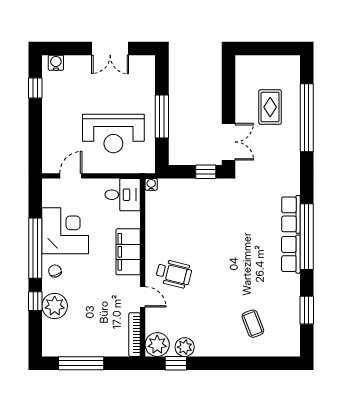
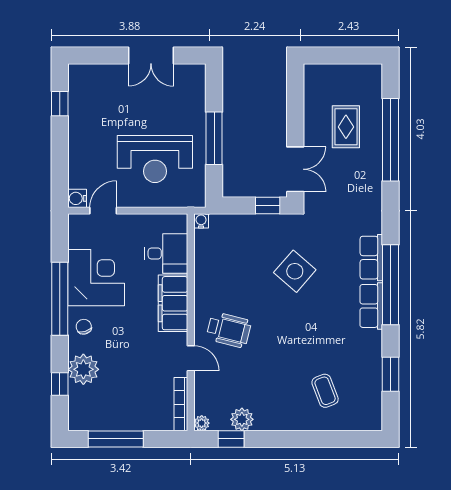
water cooler: (56, 63) -> (77, 198), moved, turned -90
desk: (123, 195) -> (166, 253), moved
side table: (228, 226) -> (295, 271), added
window: (35, 301) -> (60, 384), moved
plant: (157, 345) -> (202, 423), width x0.53, depth x0.53

